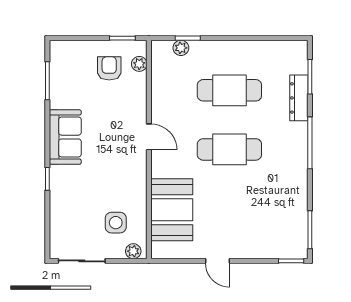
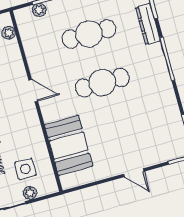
plant: (133, 251) -> (30, 193), moved
door: (217, 261) -> (134, 173), moved

